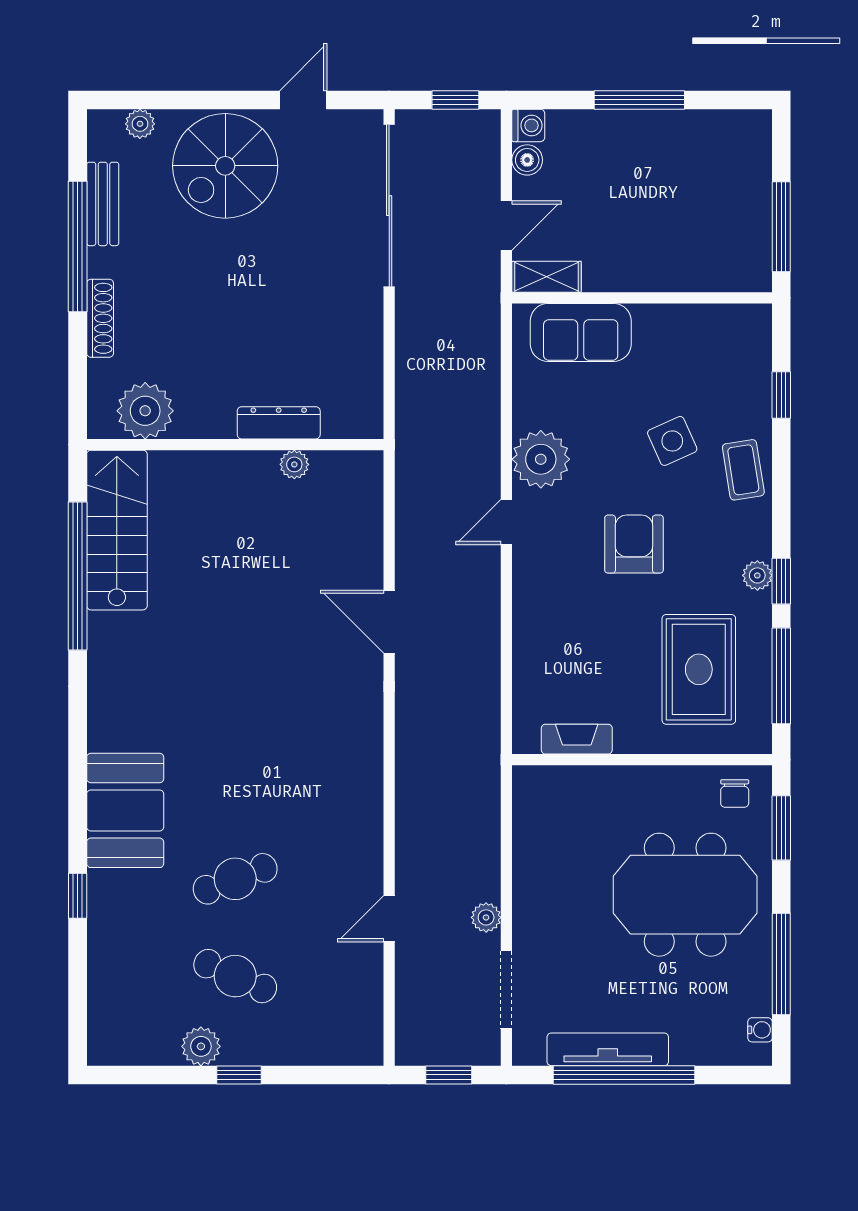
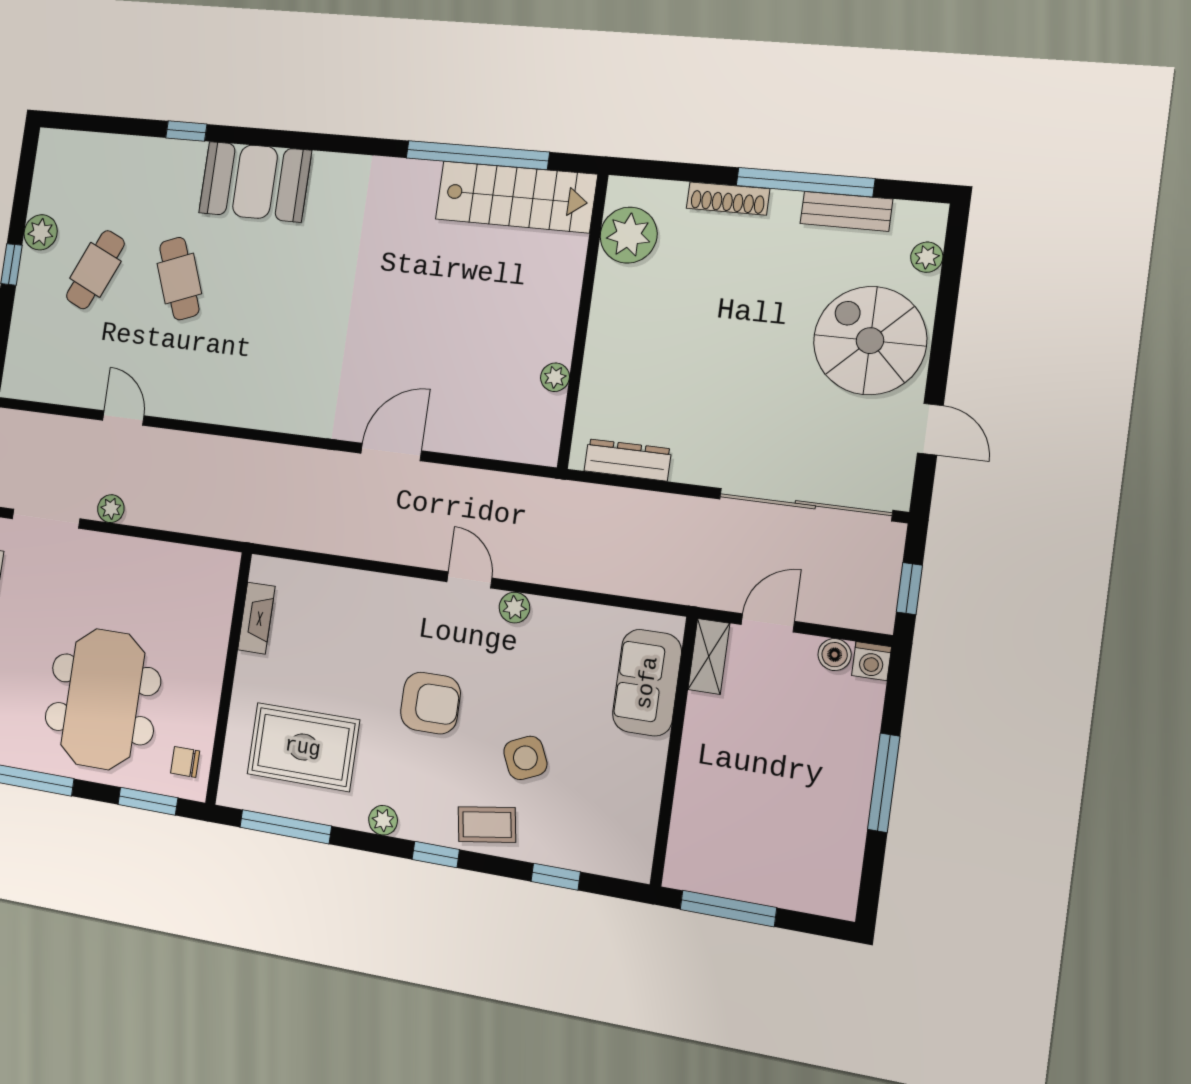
door: (506, 226) -> (768, 623), swing flipped
dresser: (279, 423) -> (628, 460), moved, turned -90
plant: (541, 459) -> (514, 608), width x0.53, depth x0.53
window: (781, 581) -> (436, 854), moved

